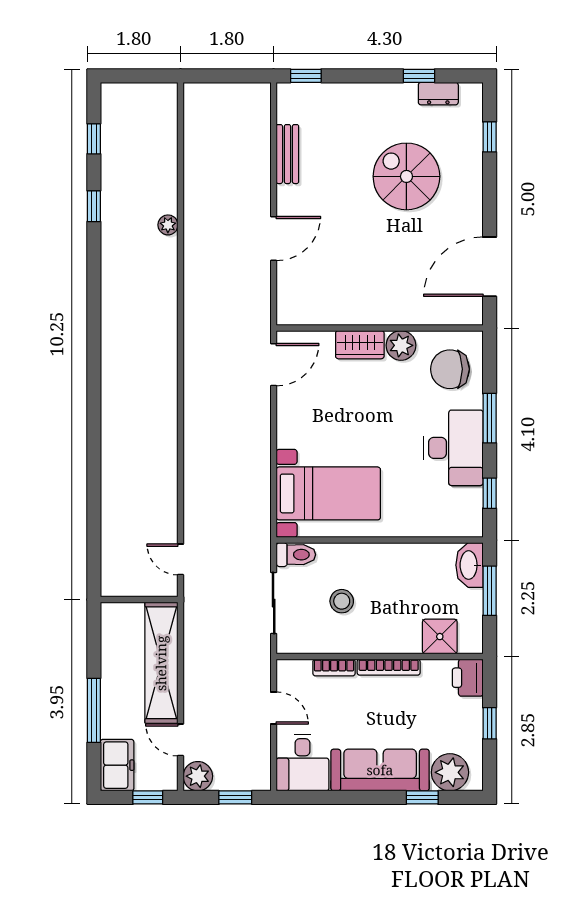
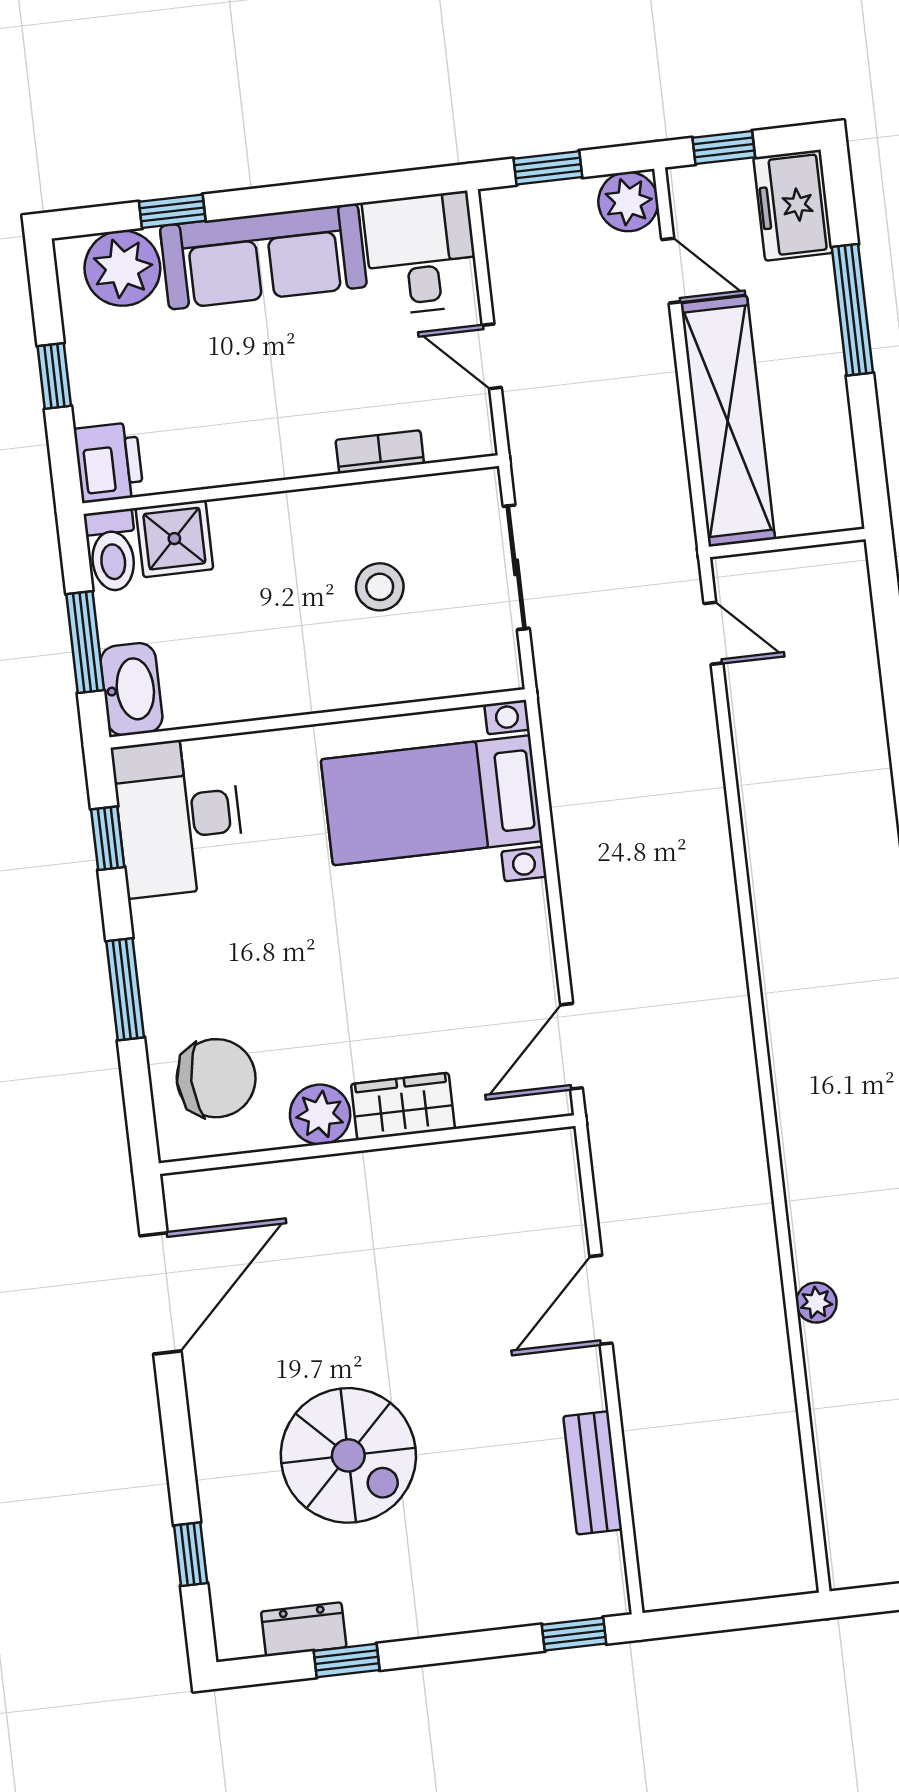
desk: (453, 448) -> (179, 817), moved
toilet: (296, 555) -> (112, 551), moved, turned -90
bookcase: (389, 667) -> (270, 465), removed

